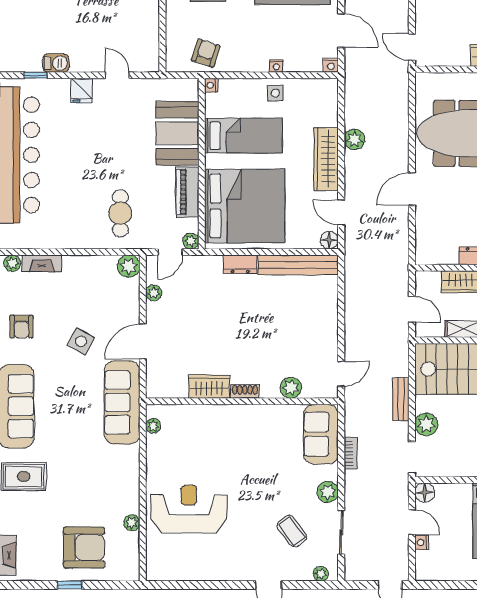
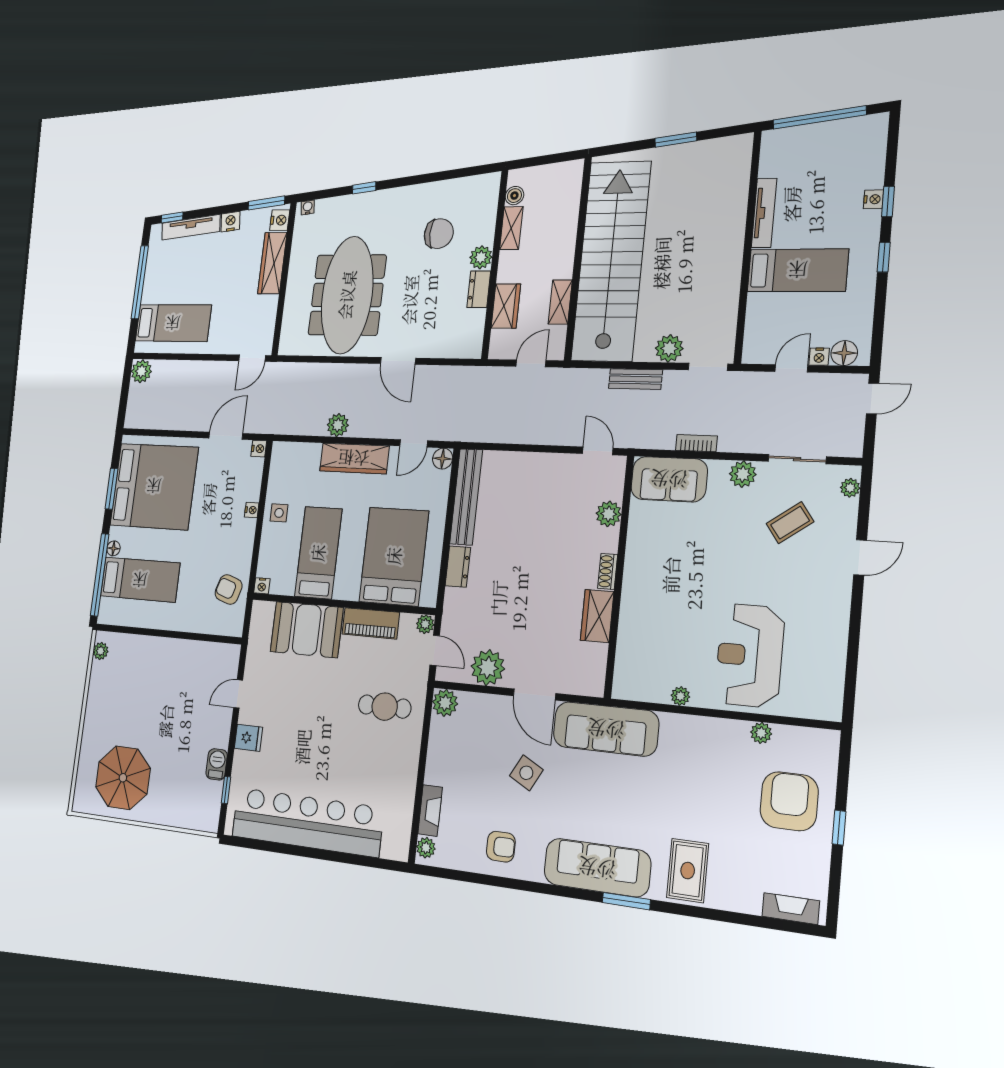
bed: (245, 206) -> (394, 556), width x0.73
plant: (154, 293) -> (488, 668), width x1.87, depth x1.87
plant: (153, 426) -> (680, 696), moved
floor lamp: (425, 493) -> (844, 353), moved

